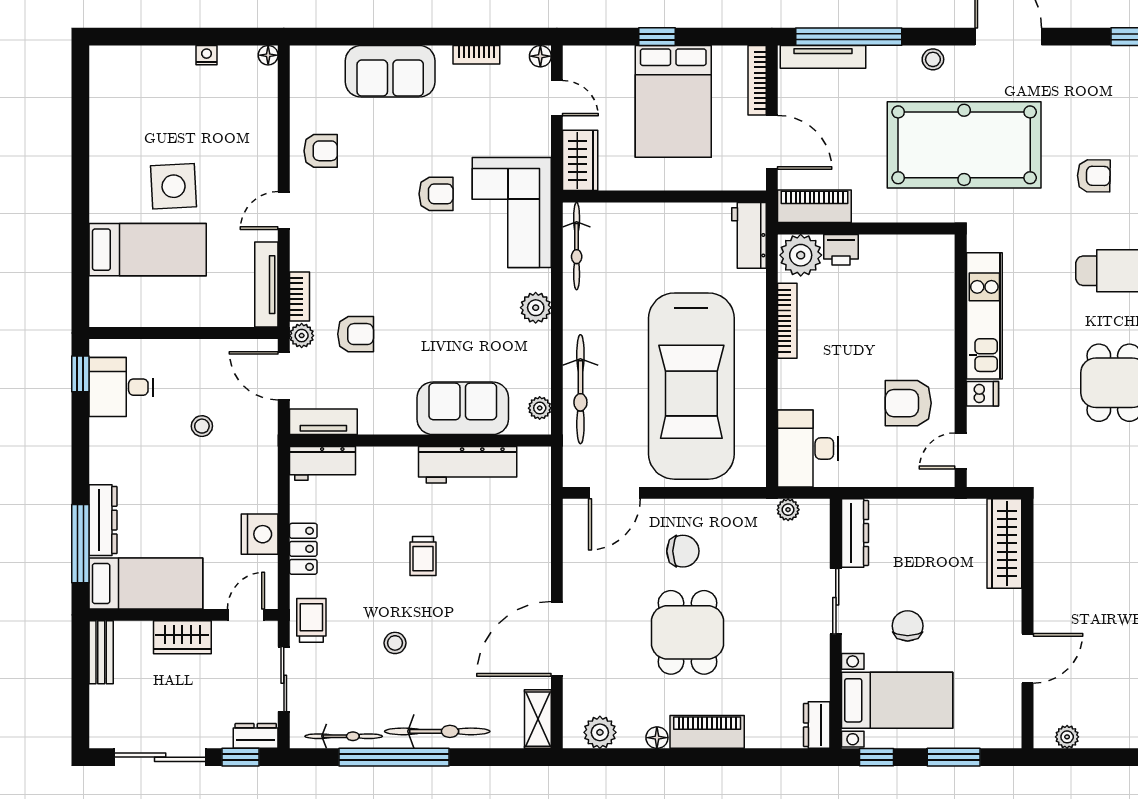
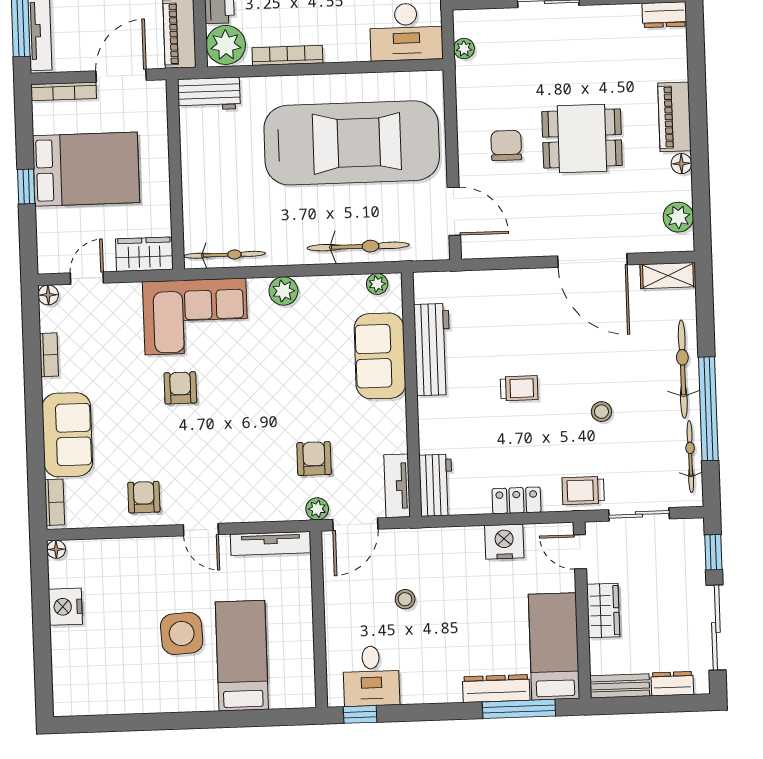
nightstand: (207, 55) -> (65, 607), width x1.89, depth x1.79
bookcase: (299, 297) -> (55, 502), moved, turned 90
dresser: (256, 736) -> (672, 684), moved, turned 90

